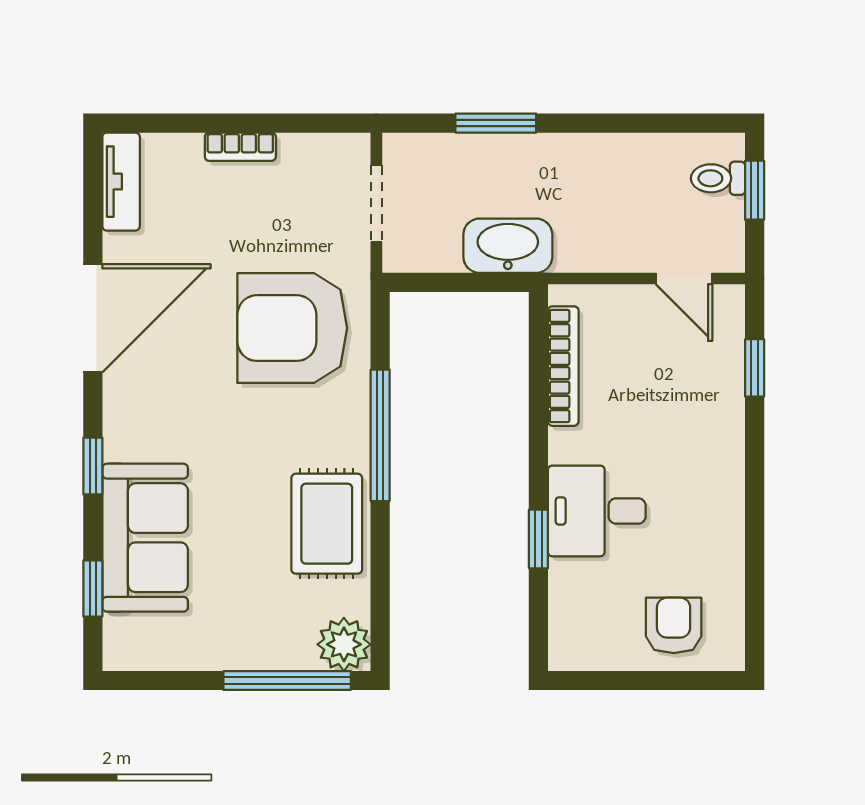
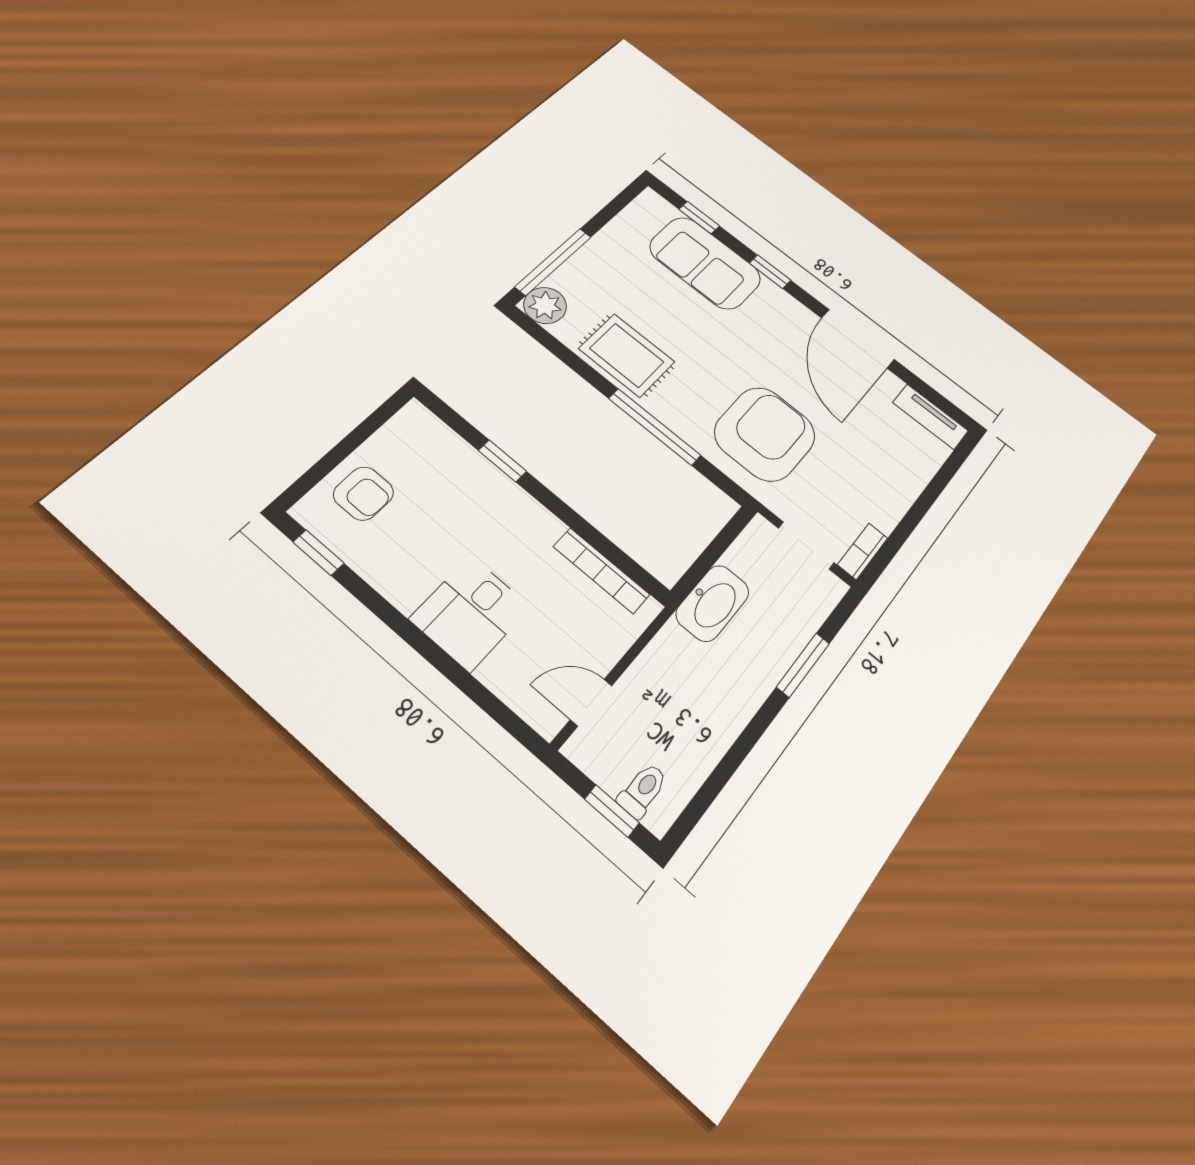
bookcase: (240, 147) -> (863, 551), moved
window: (755, 368) -> (318, 553), moved
desk: (597, 511) -> (470, 613), moved, turned 180

